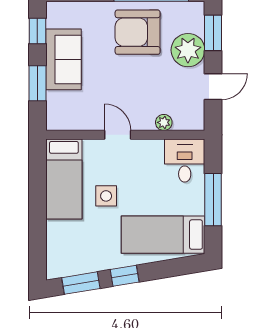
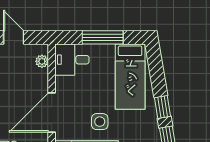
plant: (164, 122) -> (42, 61), moved
door: (118, 135) -> (52, 112), width x1.88

